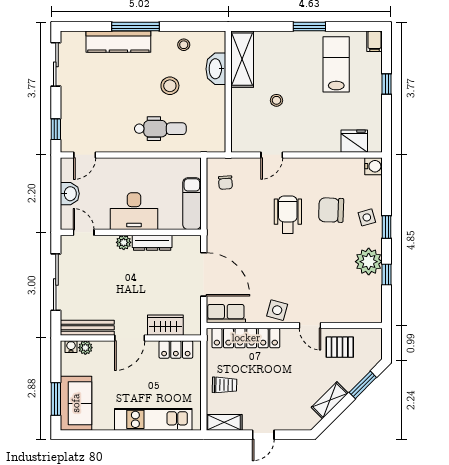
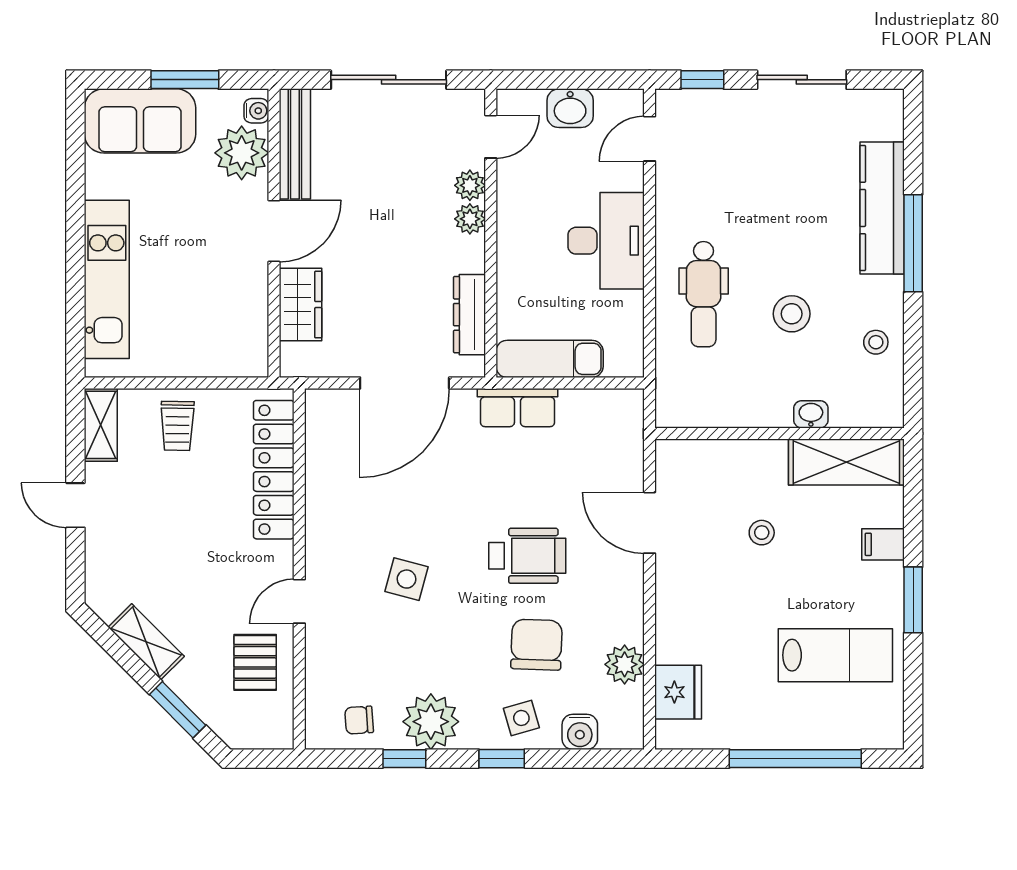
filing cabinet: (374, 41) -> (883, 544), moved
sliding door: (56, 64) -> (802, 80), moved
washbasin: (216, 69) -> (811, 414), width x0.52, depth x0.69
window: (387, 84) -> (795, 759), width x3.17
door: (85, 155) -> (650, 139), hinge flipped
door: (272, 155) -> (650, 523), width x1.38
water cooler: (374, 166) -> (580, 732), moved
plant: (341, 167) -> (625, 664), added
chair: (225, 183) -> (359, 720), moved
desk: (134, 211) -> (606, 241), moved, turned 180
plant: (107, 242) -> (470, 185), added
dresser: (152, 243) -> (469, 315), moved
side table: (277, 310) -> (407, 579), moved
row of seats: (226, 314) -> (517, 408), moved, turned 90
door: (130, 338) -> (274, 231), swing flipped
plant: (85, 348) -> (242, 153), width x1.88, depth x1.88
locker: (176, 349) -> (250, 326), removed
window: (56, 399) -> (185, 80), moved

